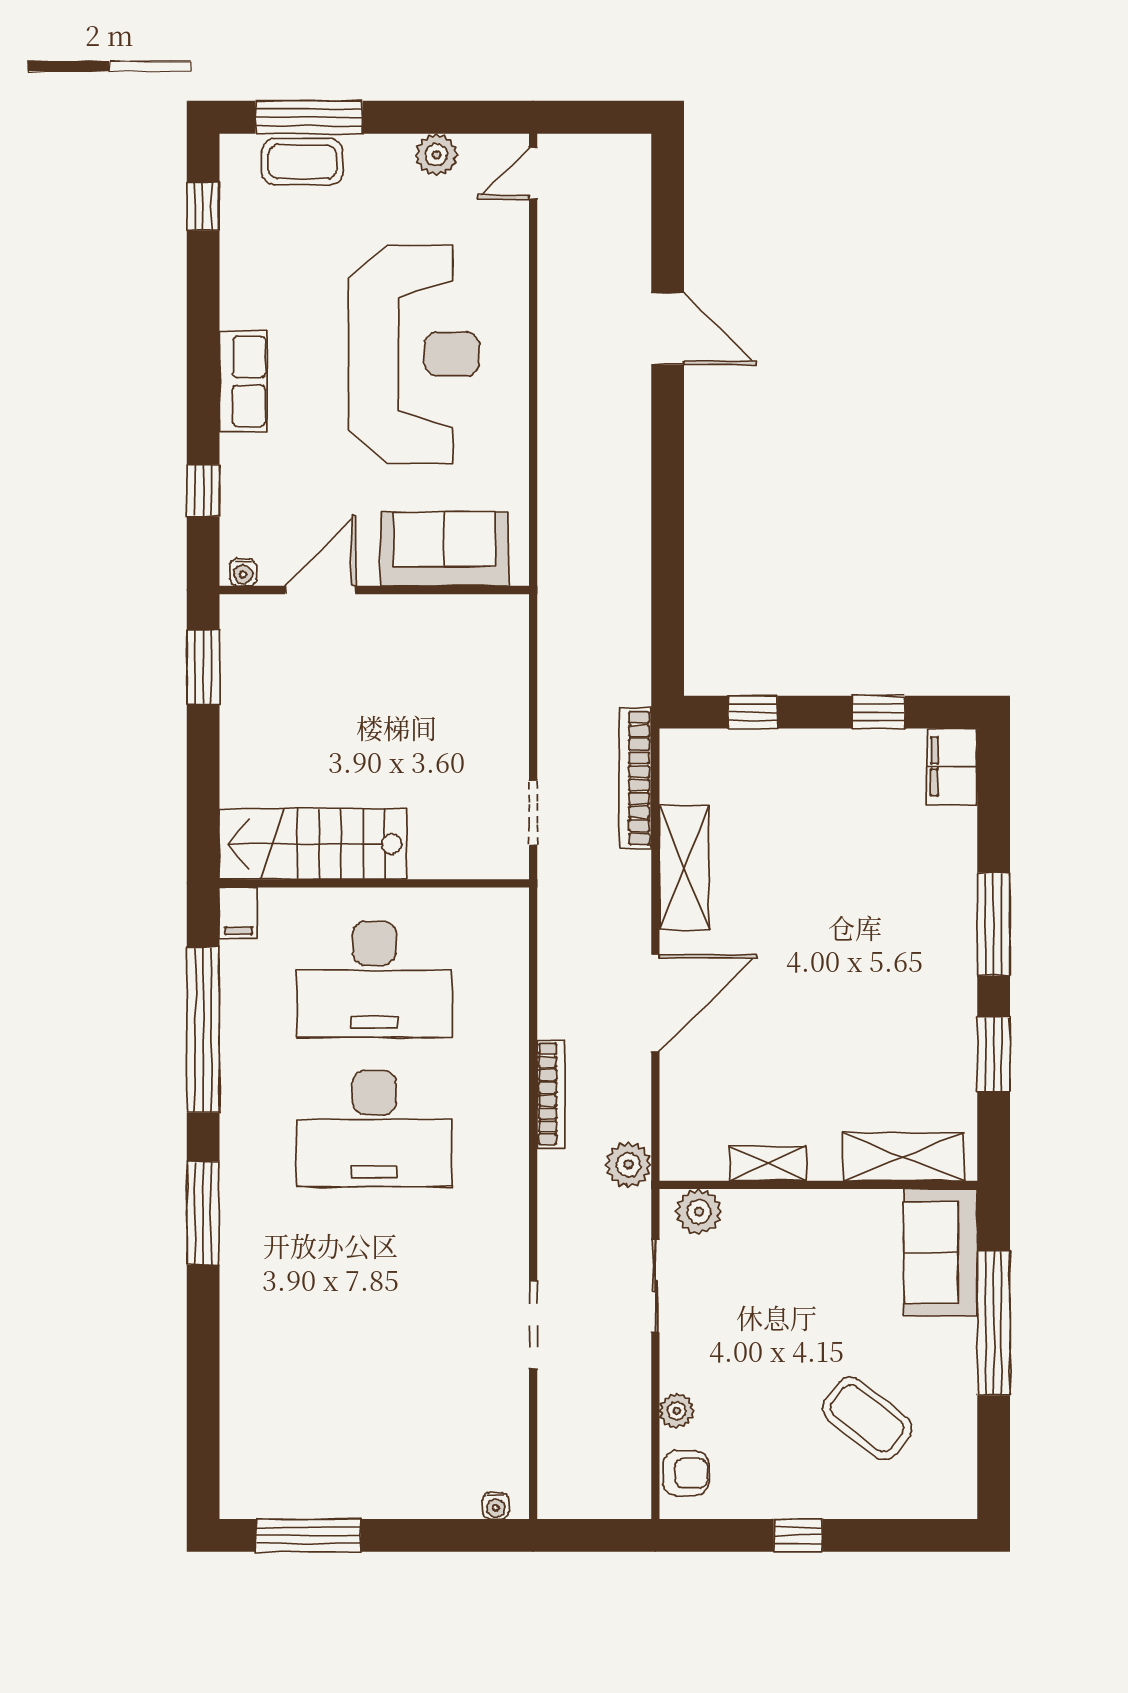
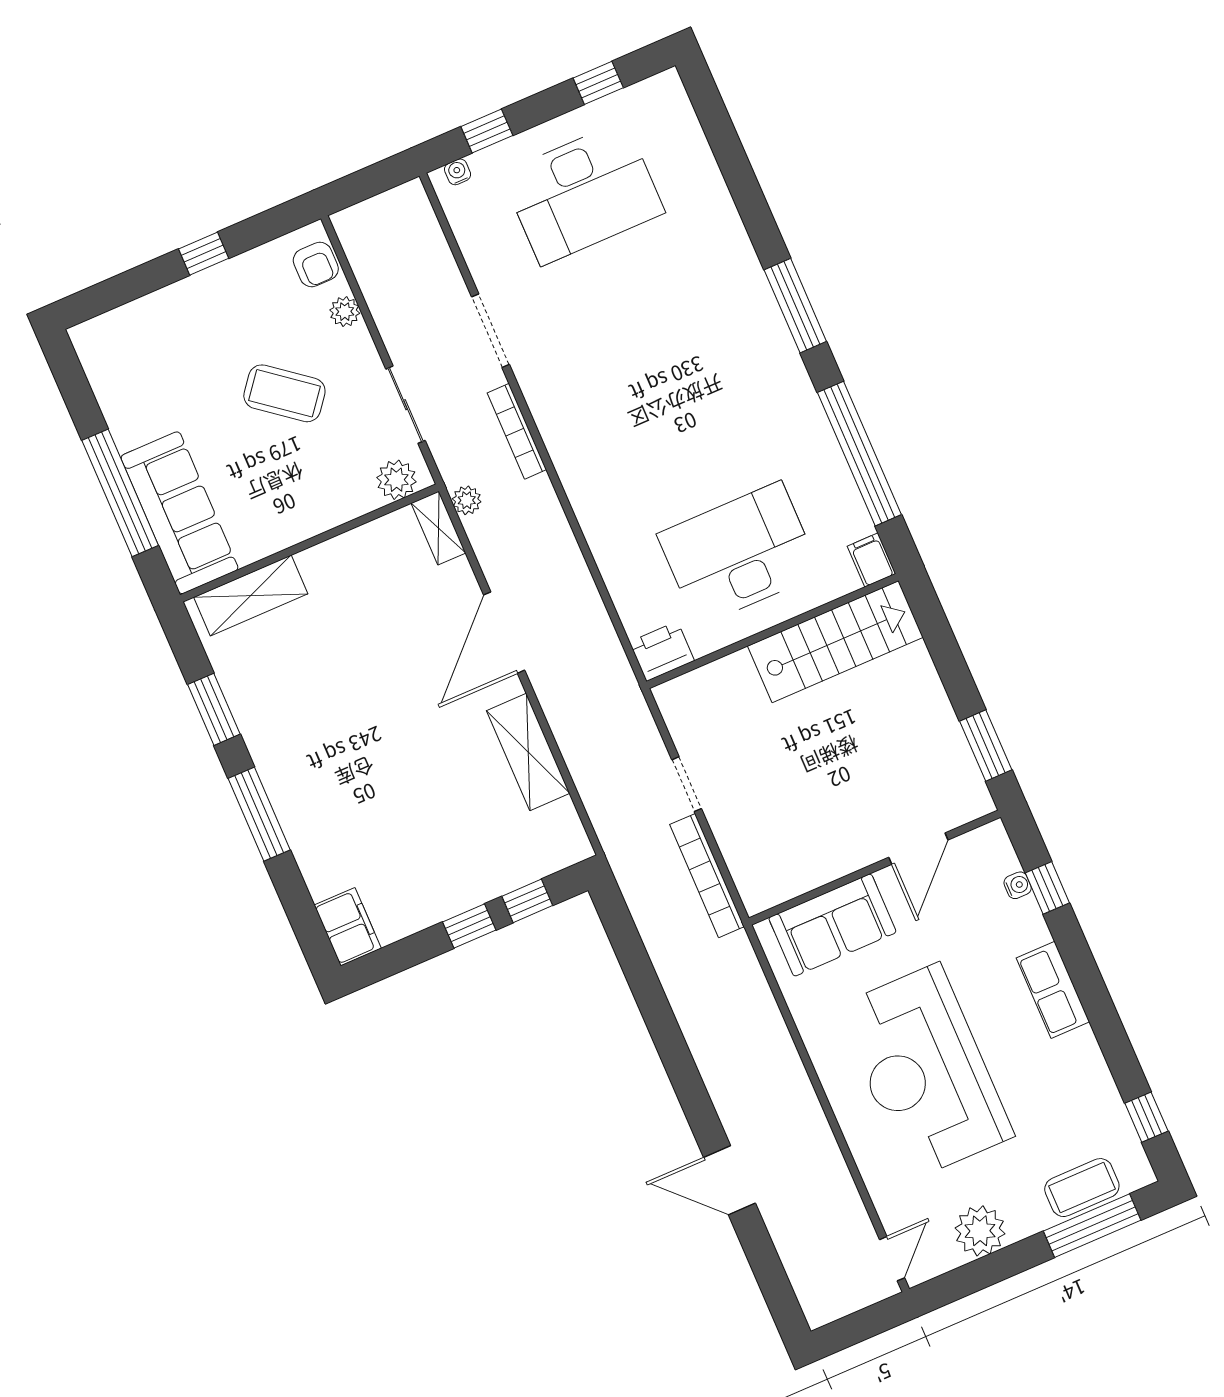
plant: (436, 155) -> (980, 1231), width x1.36, depth x1.36
water cooler: (243, 572) -> (1018, 885), moved, turned 90
window: (878, 712) -> (469, 926), moved
bookcase: (635, 778) -> (707, 876), moved, turned 180
doorway: (533, 813) -> (687, 784), moved
printer: (499, 912) -> (662, 651), added
bookcase: (551, 1094) -> (517, 431), moved
desk: (374, 1129) -> (583, 193), moved, turned 180
shelving: (768, 1163) -> (438, 528), moved, turned 90
plant: (628, 1165) -> (467, 500), width x0.73, depth x0.73
sofa: (941, 1252) -> (179, 513), width x1.36
coffee table: (867, 1418) -> (284, 393), moved
armchair: (686, 1473) -> (316, 265), turned -90
window: (308, 1535) -> (598, 83), width x0.46
window: (447, 1535) -> (487, 131), added

